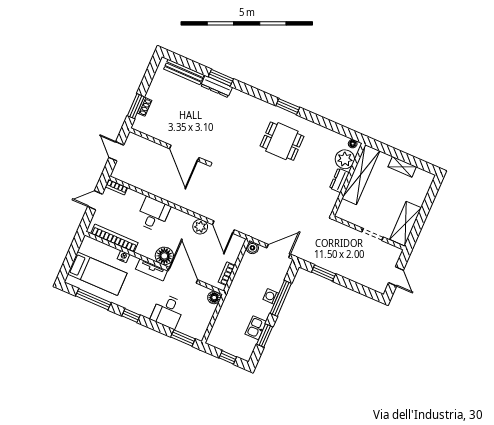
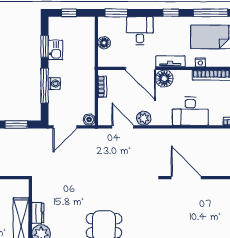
desk: (153, 214) -> (190, 111), width x1.37
floor lamp: (214, 298) -> (104, 43), moved

